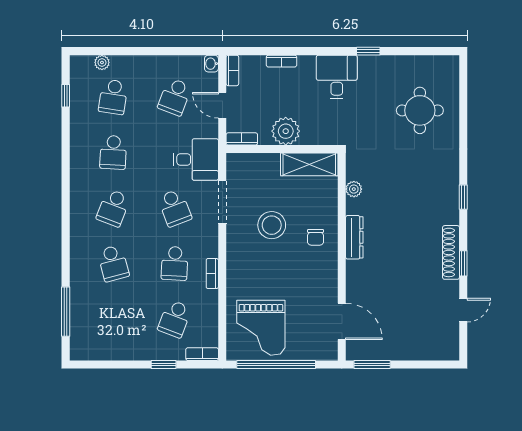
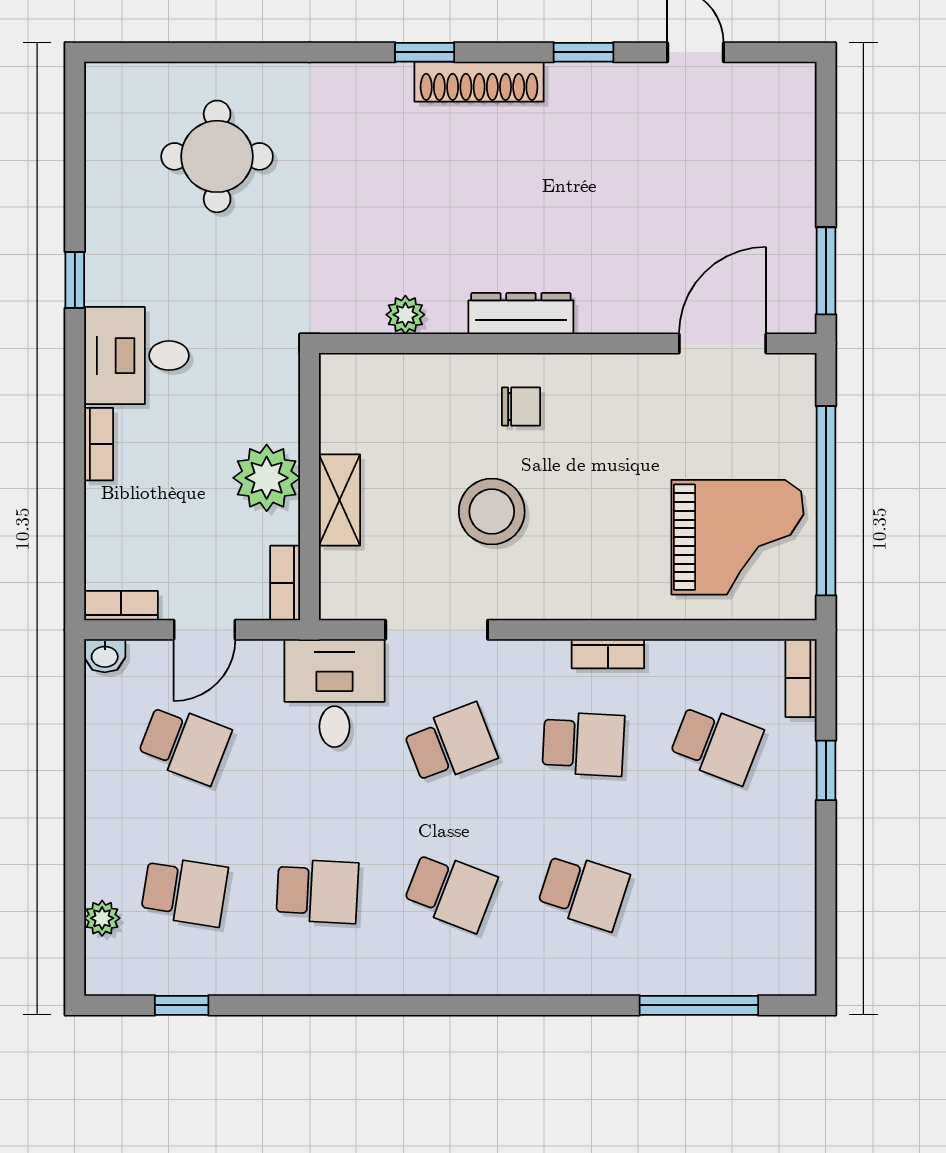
bookcase: (282, 61) -> (99, 444), moved
shelving: (309, 164) -> (339, 500), moved, width x0.67, depth x0.75
shoe rack: (451, 252) -> (479, 82), moved
school desk: (113, 263) -> (583, 891), turned 33

